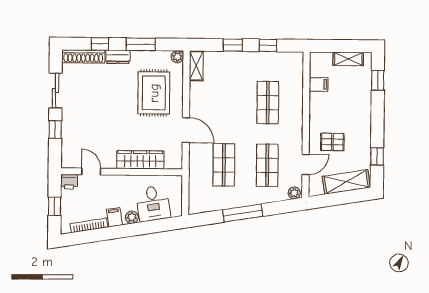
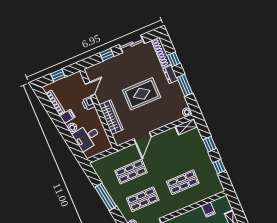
rug: (154, 93) -> (142, 94), moved
printer: (69, 182) -> (88, 103), moved

